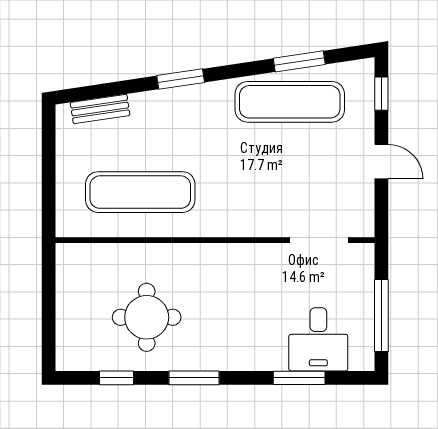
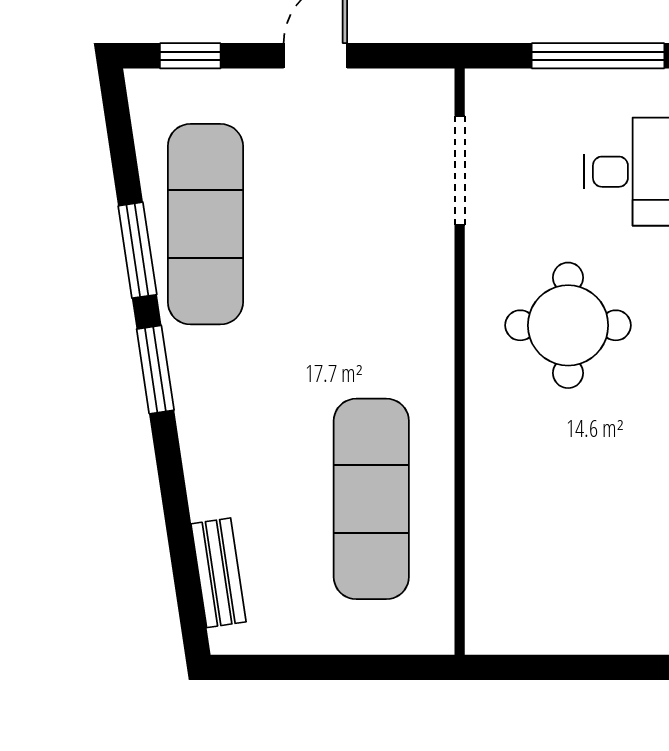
window: (299, 61) -> (137, 250), moved
window: (181, 79) -> (155, 370), moved
round table: (147, 317) -> (568, 325), moved

